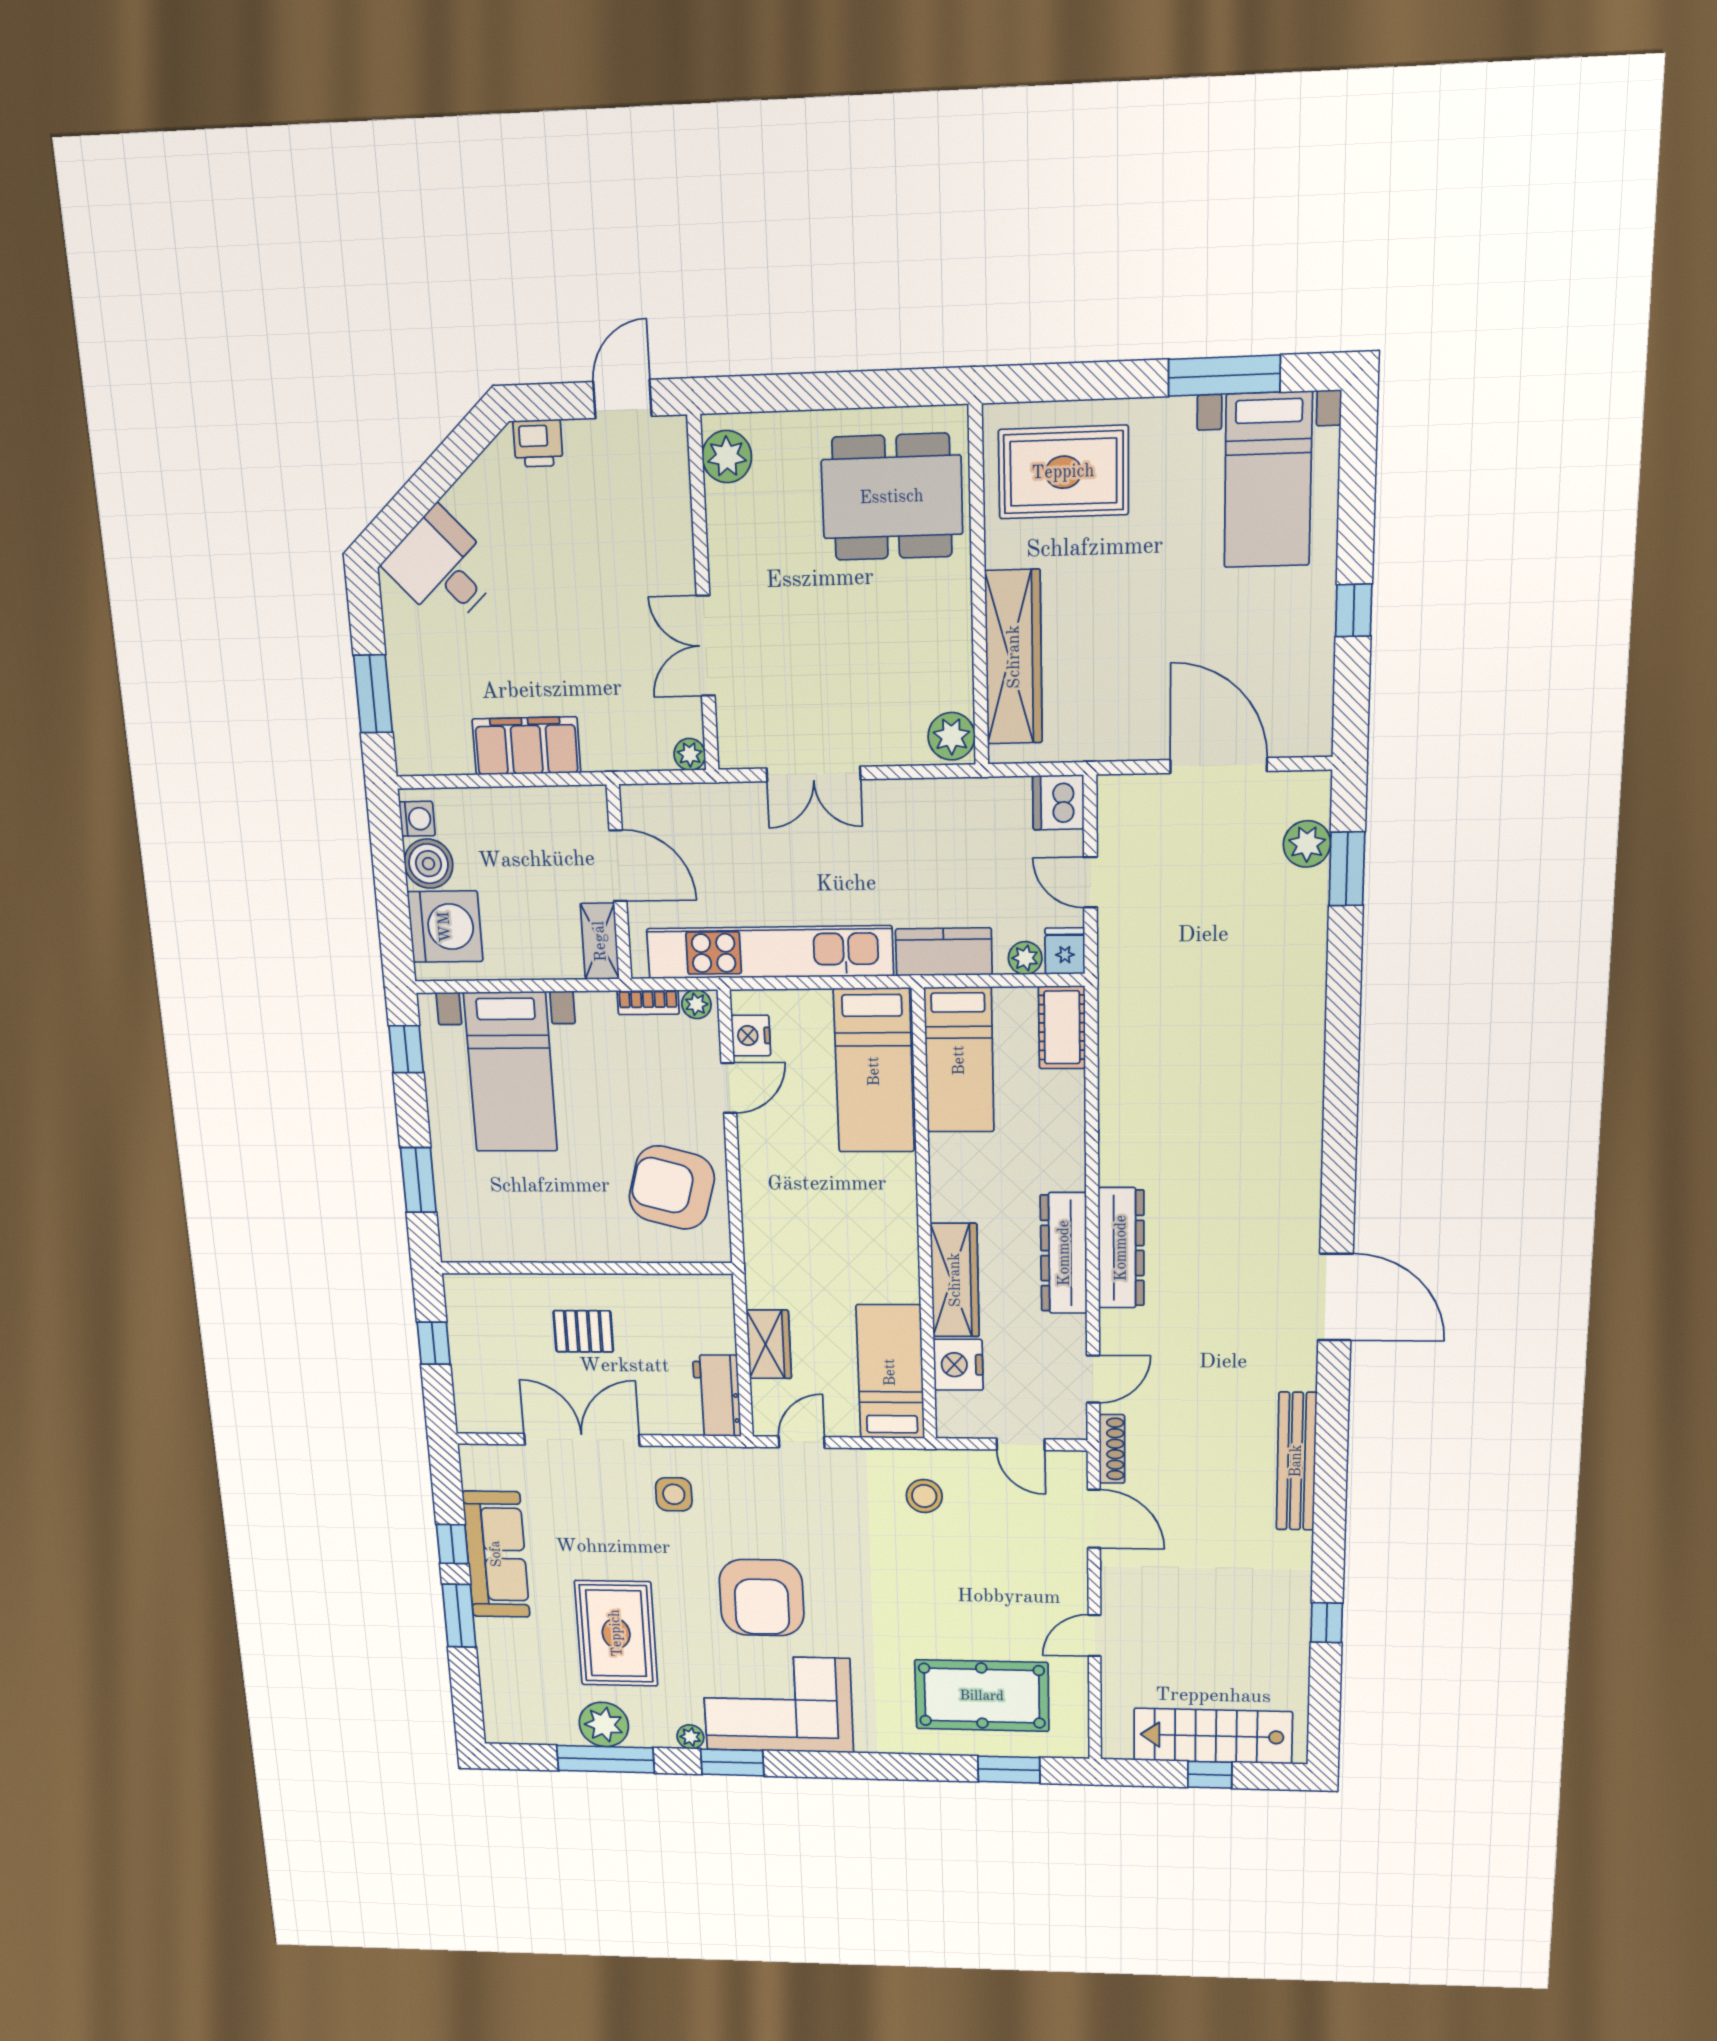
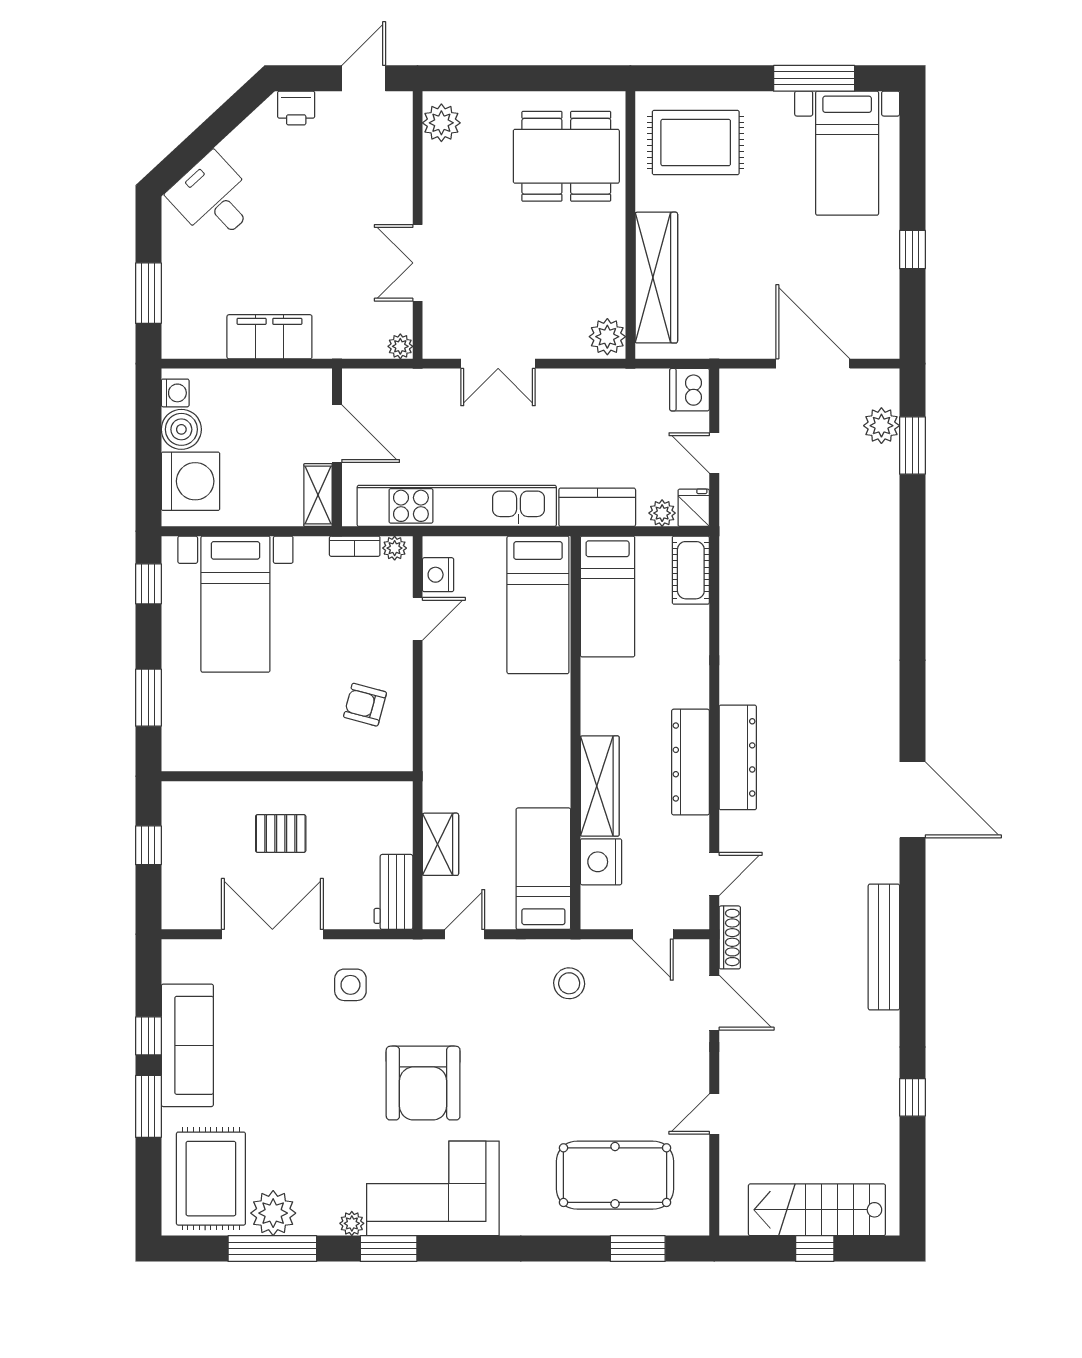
armchair: (672, 1188) -> (365, 705), width x0.53, depth x0.53
rug: (616, 1633) -> (211, 1179), moved

